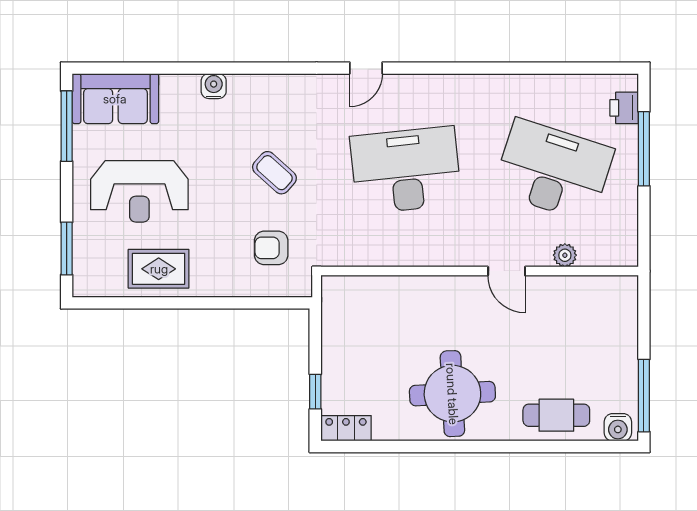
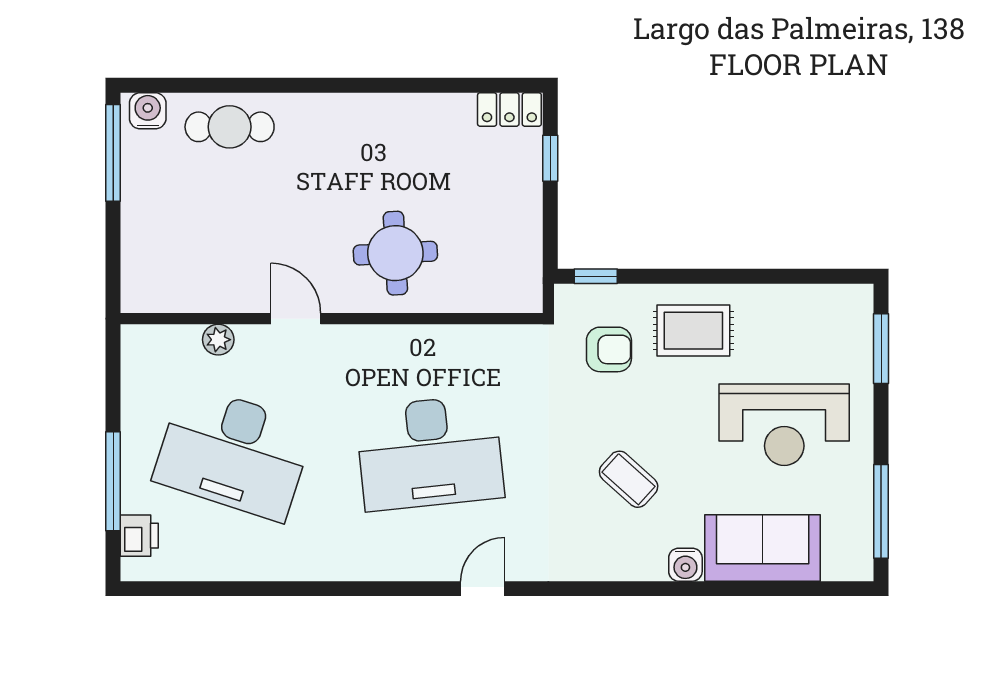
sofa: (115, 99) -> (763, 548), moved
coffee table: (274, 173) -> (629, 479), moved
reception desk: (139, 191) -> (784, 425), turned 180
rug: (159, 269) -> (693, 331), moved
window: (281, 303) -> (596, 276), added
round table: (452, 394) -> (395, 253), moved, width x0.73, depth x0.73

